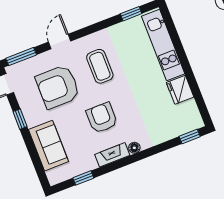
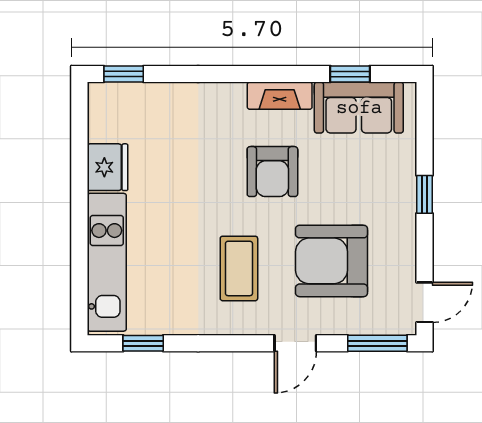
armchair: (58, 87) -> (332, 261), turned 180
window: (20, 119) -> (425, 194), moved
sofa: (48, 146) -> (359, 108), moved, turned -90
floor lamp: (134, 148) -> (234, 93), removed

